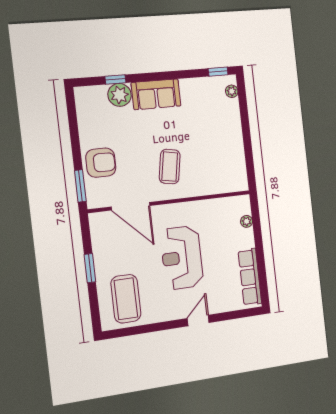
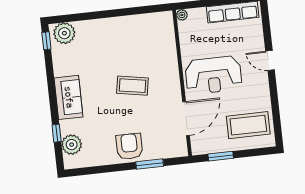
plant: (232, 91) -> (64, 33), width x1.88, depth x1.88
plant: (120, 95) -> (72, 145), moved
wall: (170, 202) -> (182, 83), moved
door: (131, 206) -> (186, 119), moved

